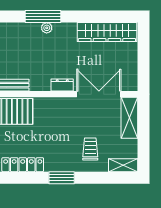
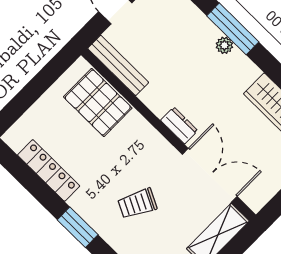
trolley: (90, 149) -> (137, 204), moved, turned -153

